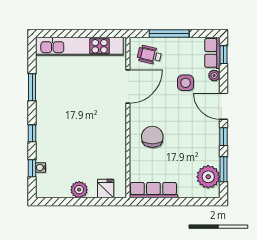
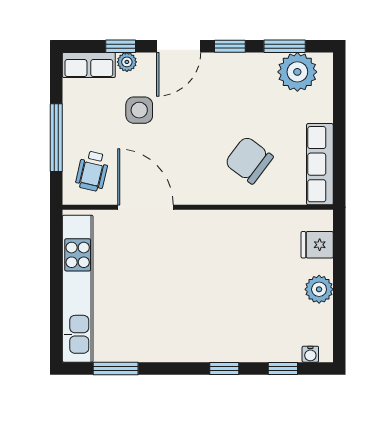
window: (224, 55) -> (121, 46), moved
window: (32, 87) -> (116, 368), moved
chair: (152, 137) -> (249, 160), moved, turned 37
water cooler: (41, 167) -> (310, 354), moved

